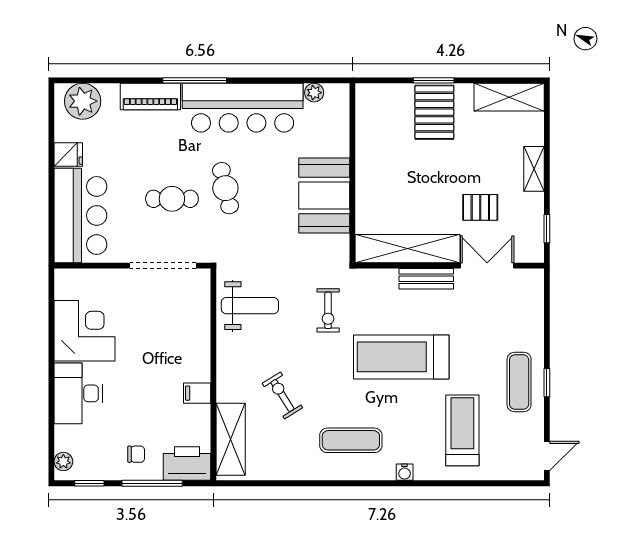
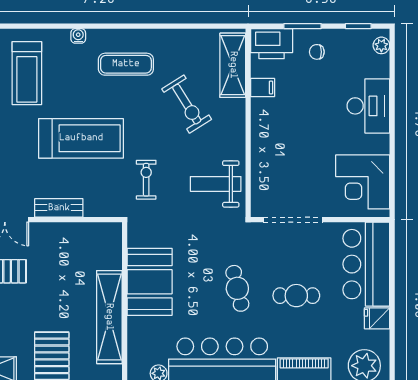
cafe table: (172, 199) -> (296, 296), moved
shelving: (407, 249) -> (109, 317), moved, turned 90
corner desk: (84, 331) -> (363, 182), moved
filing cabinet: (197, 393) -> (263, 87), moved
exercise bike: (282, 395) -> (187, 104), width x1.38, depth x1.39
window: (152, 483) -> (303, 26), width x0.69

